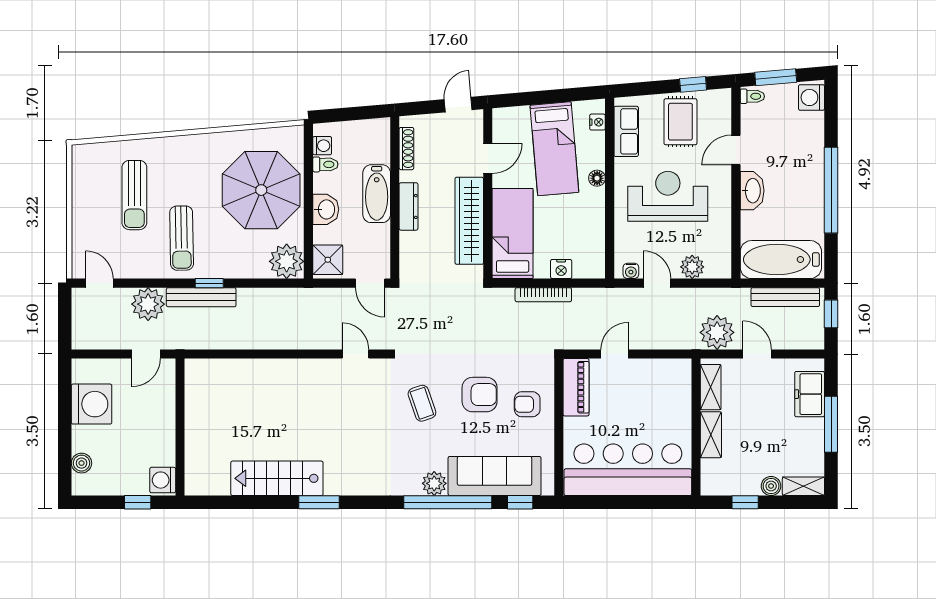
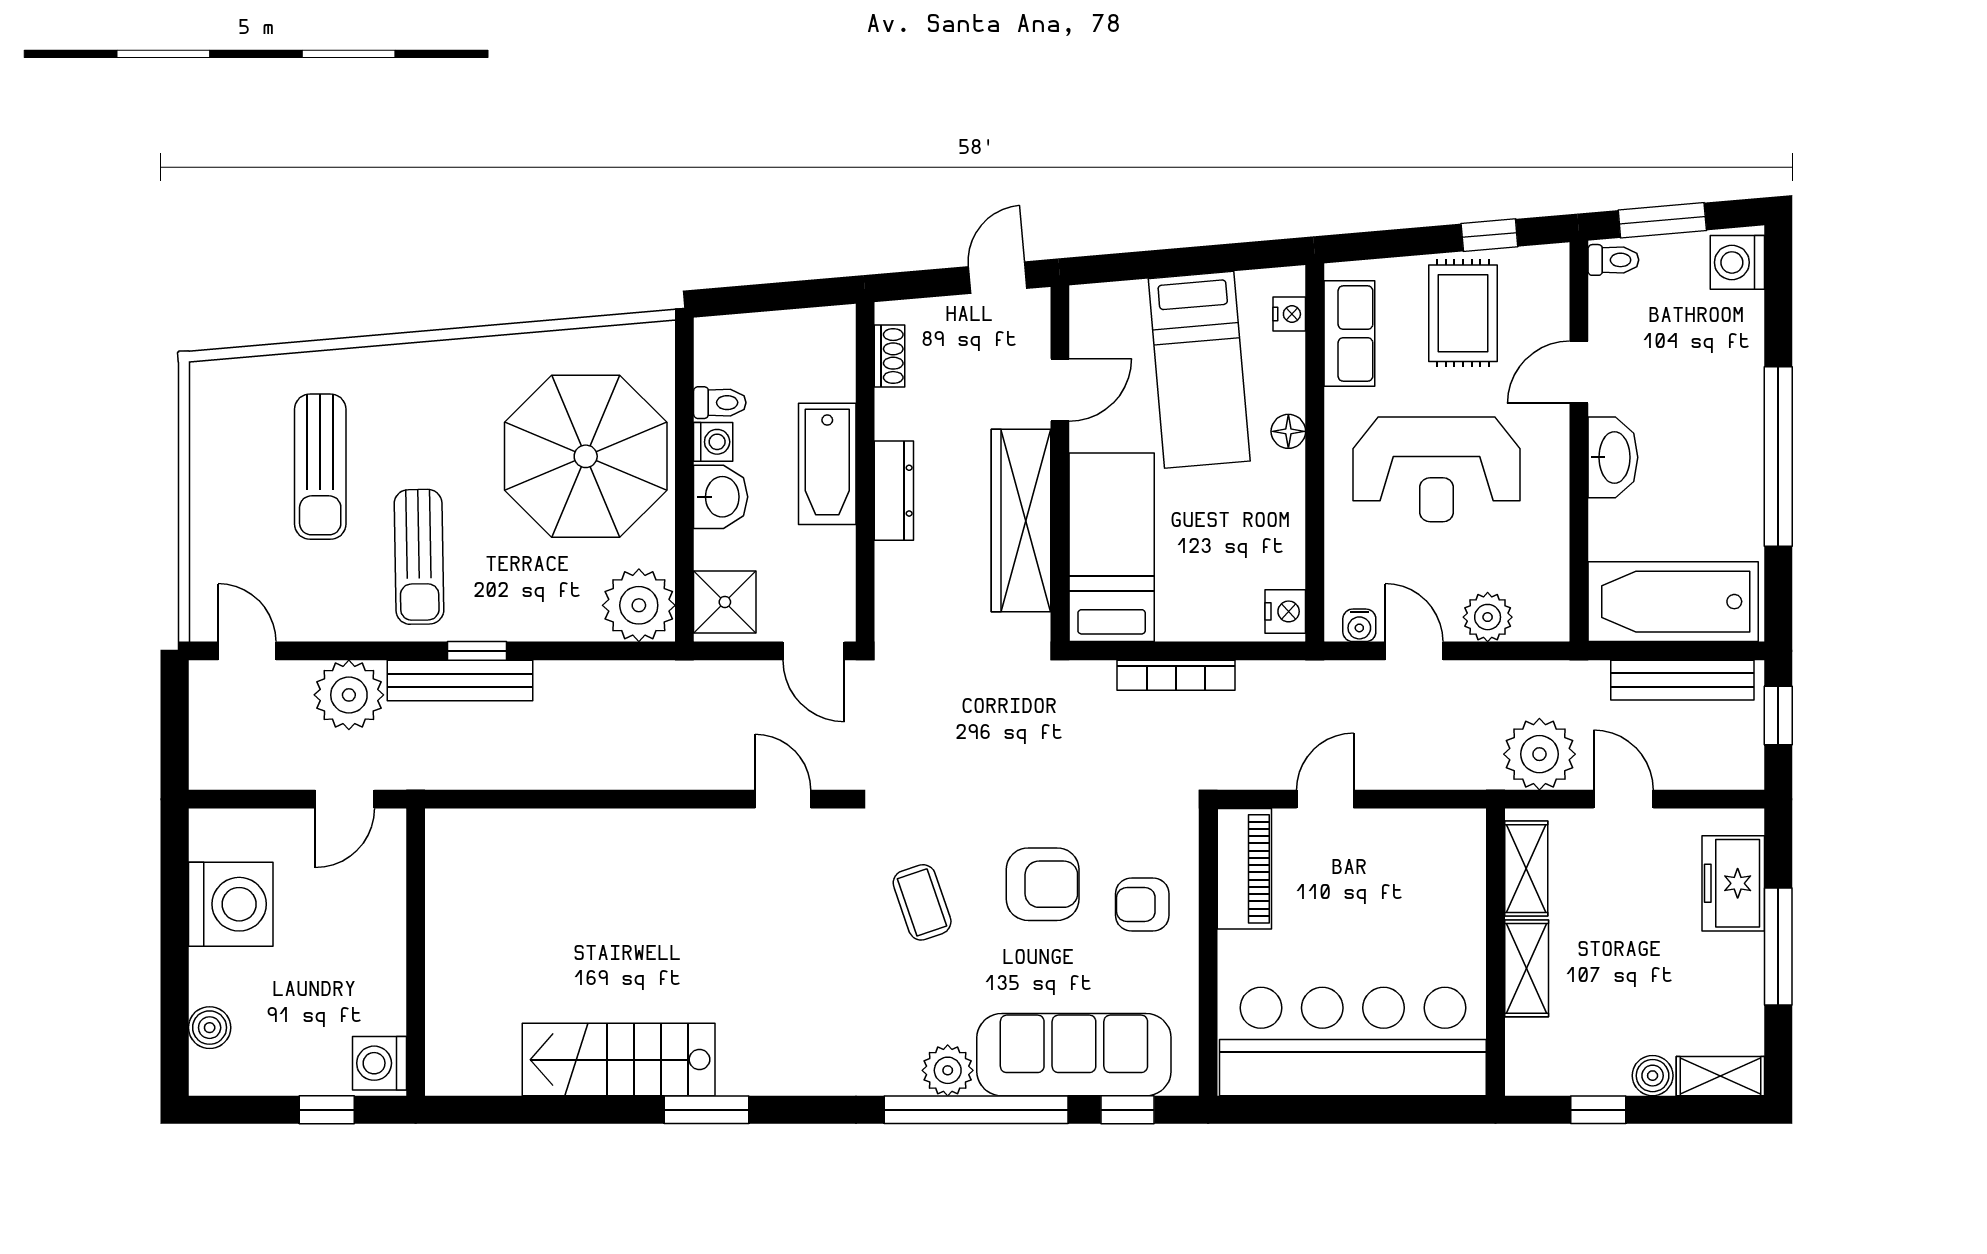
washing machine: (322, 146) -> (713, 442), moved
shoe rack: (406, 149) -> (890, 356), width x0.70
reception desk: (668, 196) -> (1437, 469), turned 180
nightstand: (561, 269) -> (1285, 611), moved, turned -90

